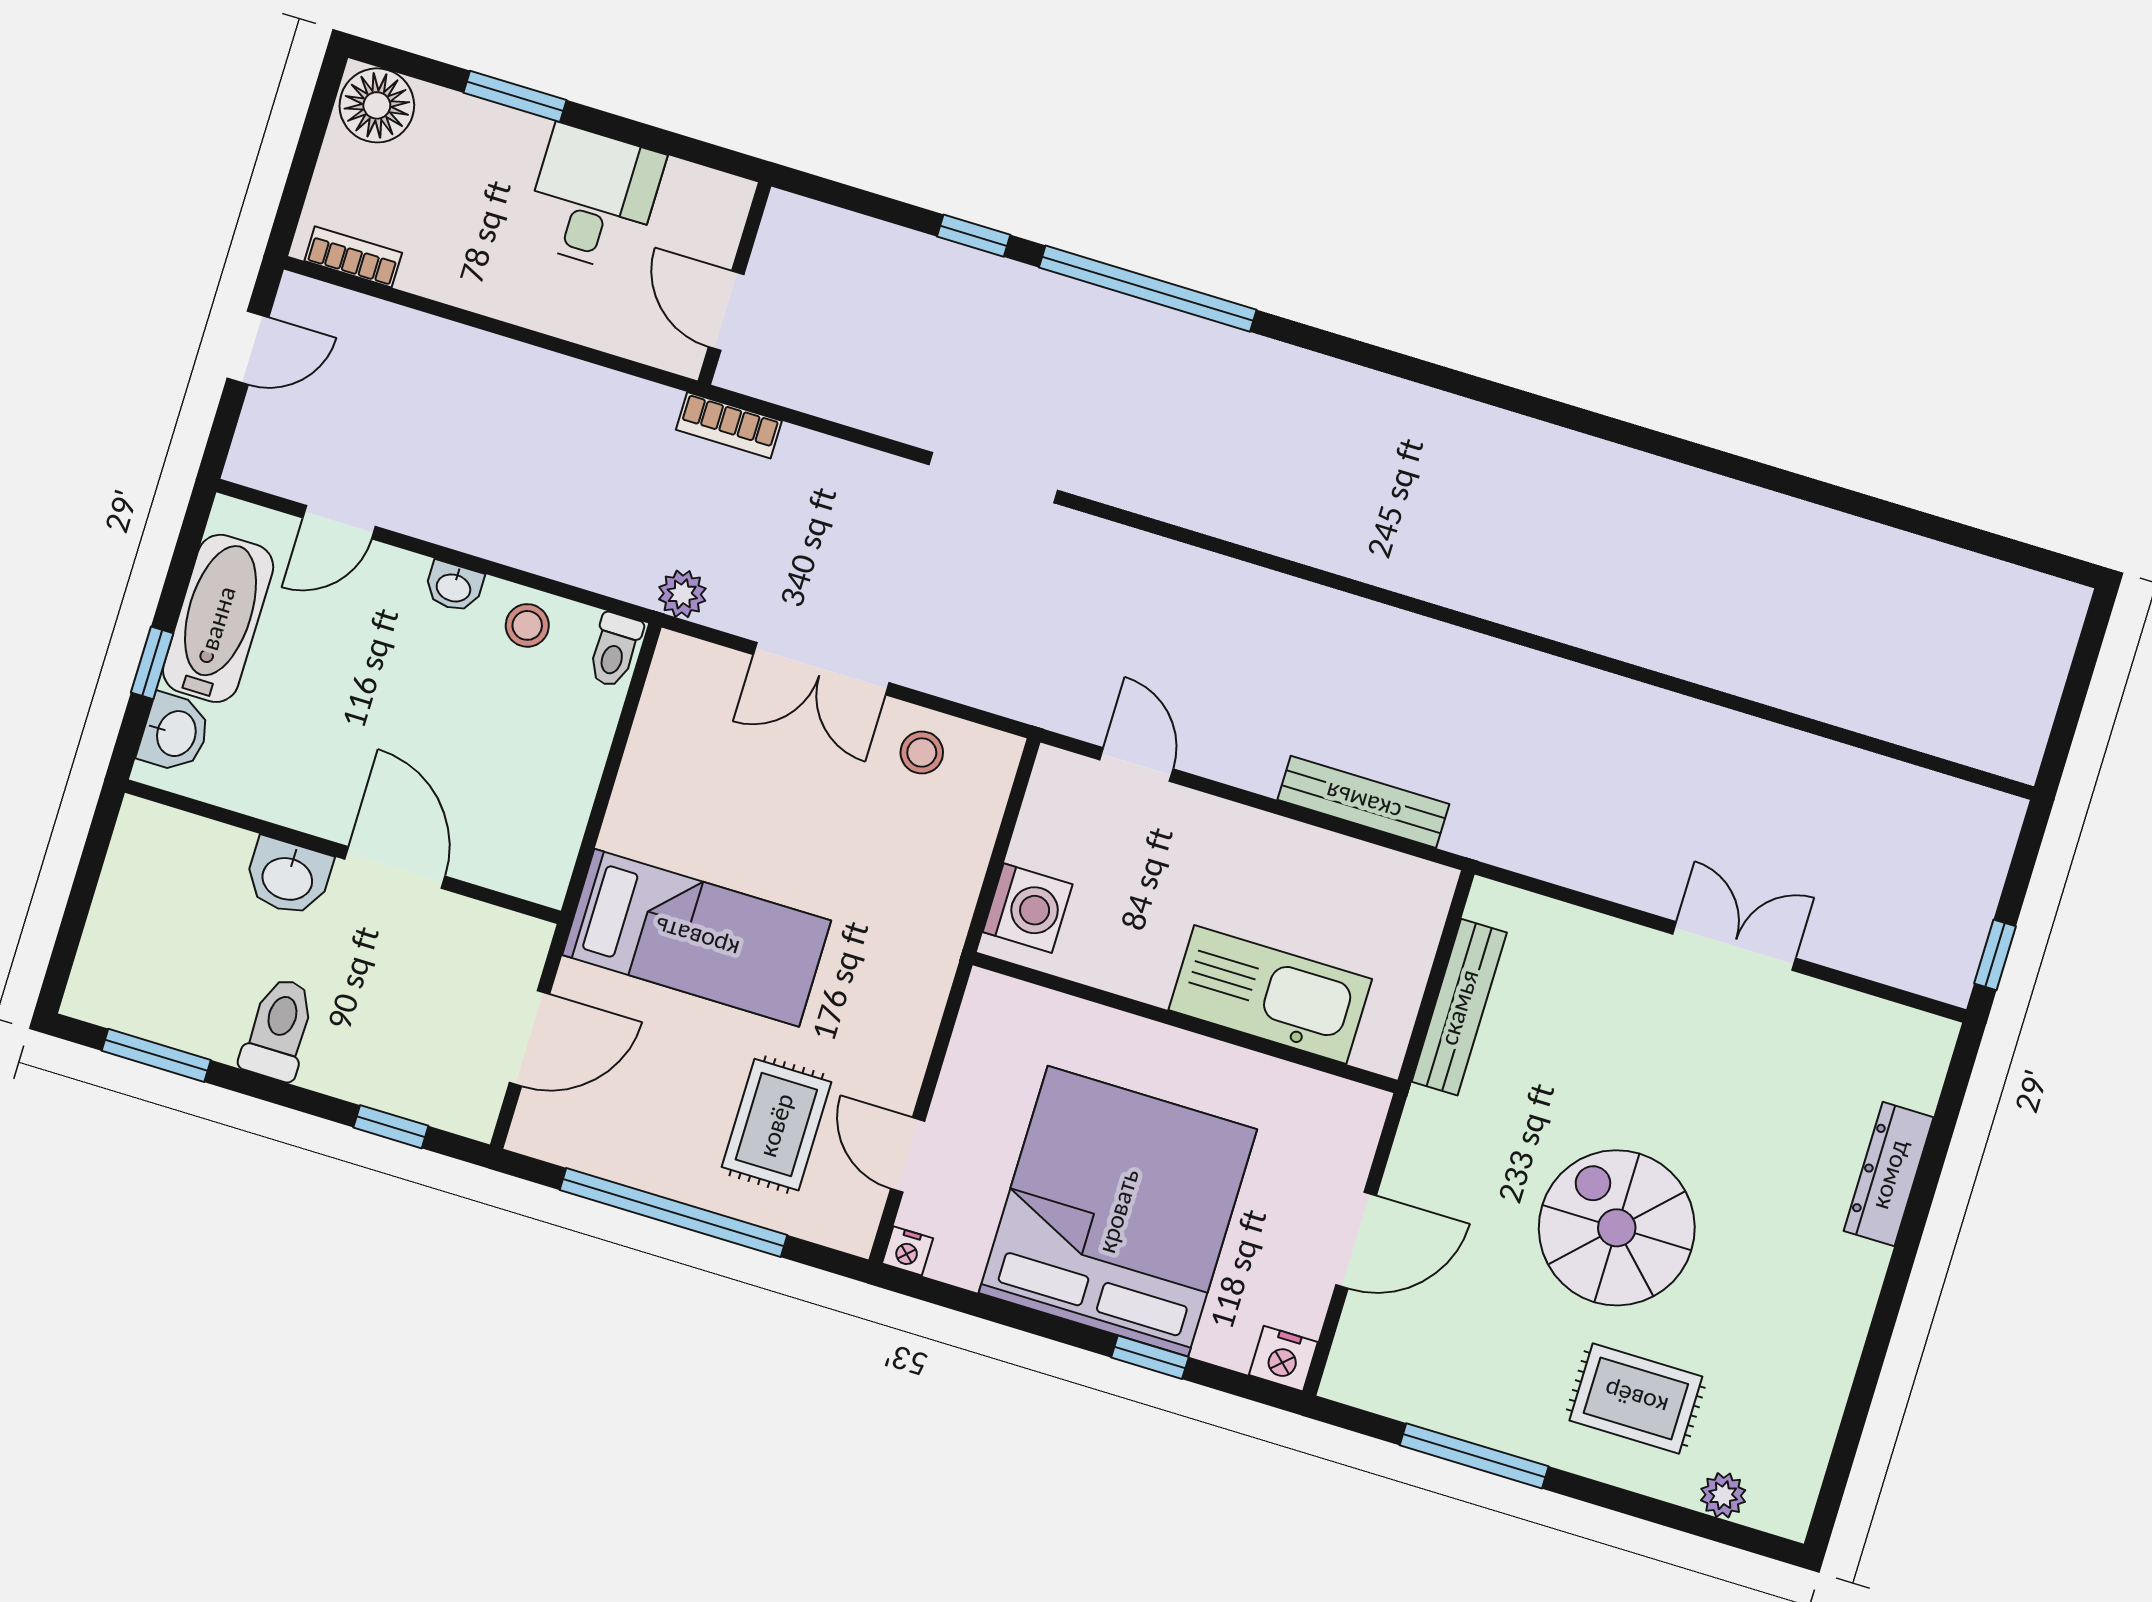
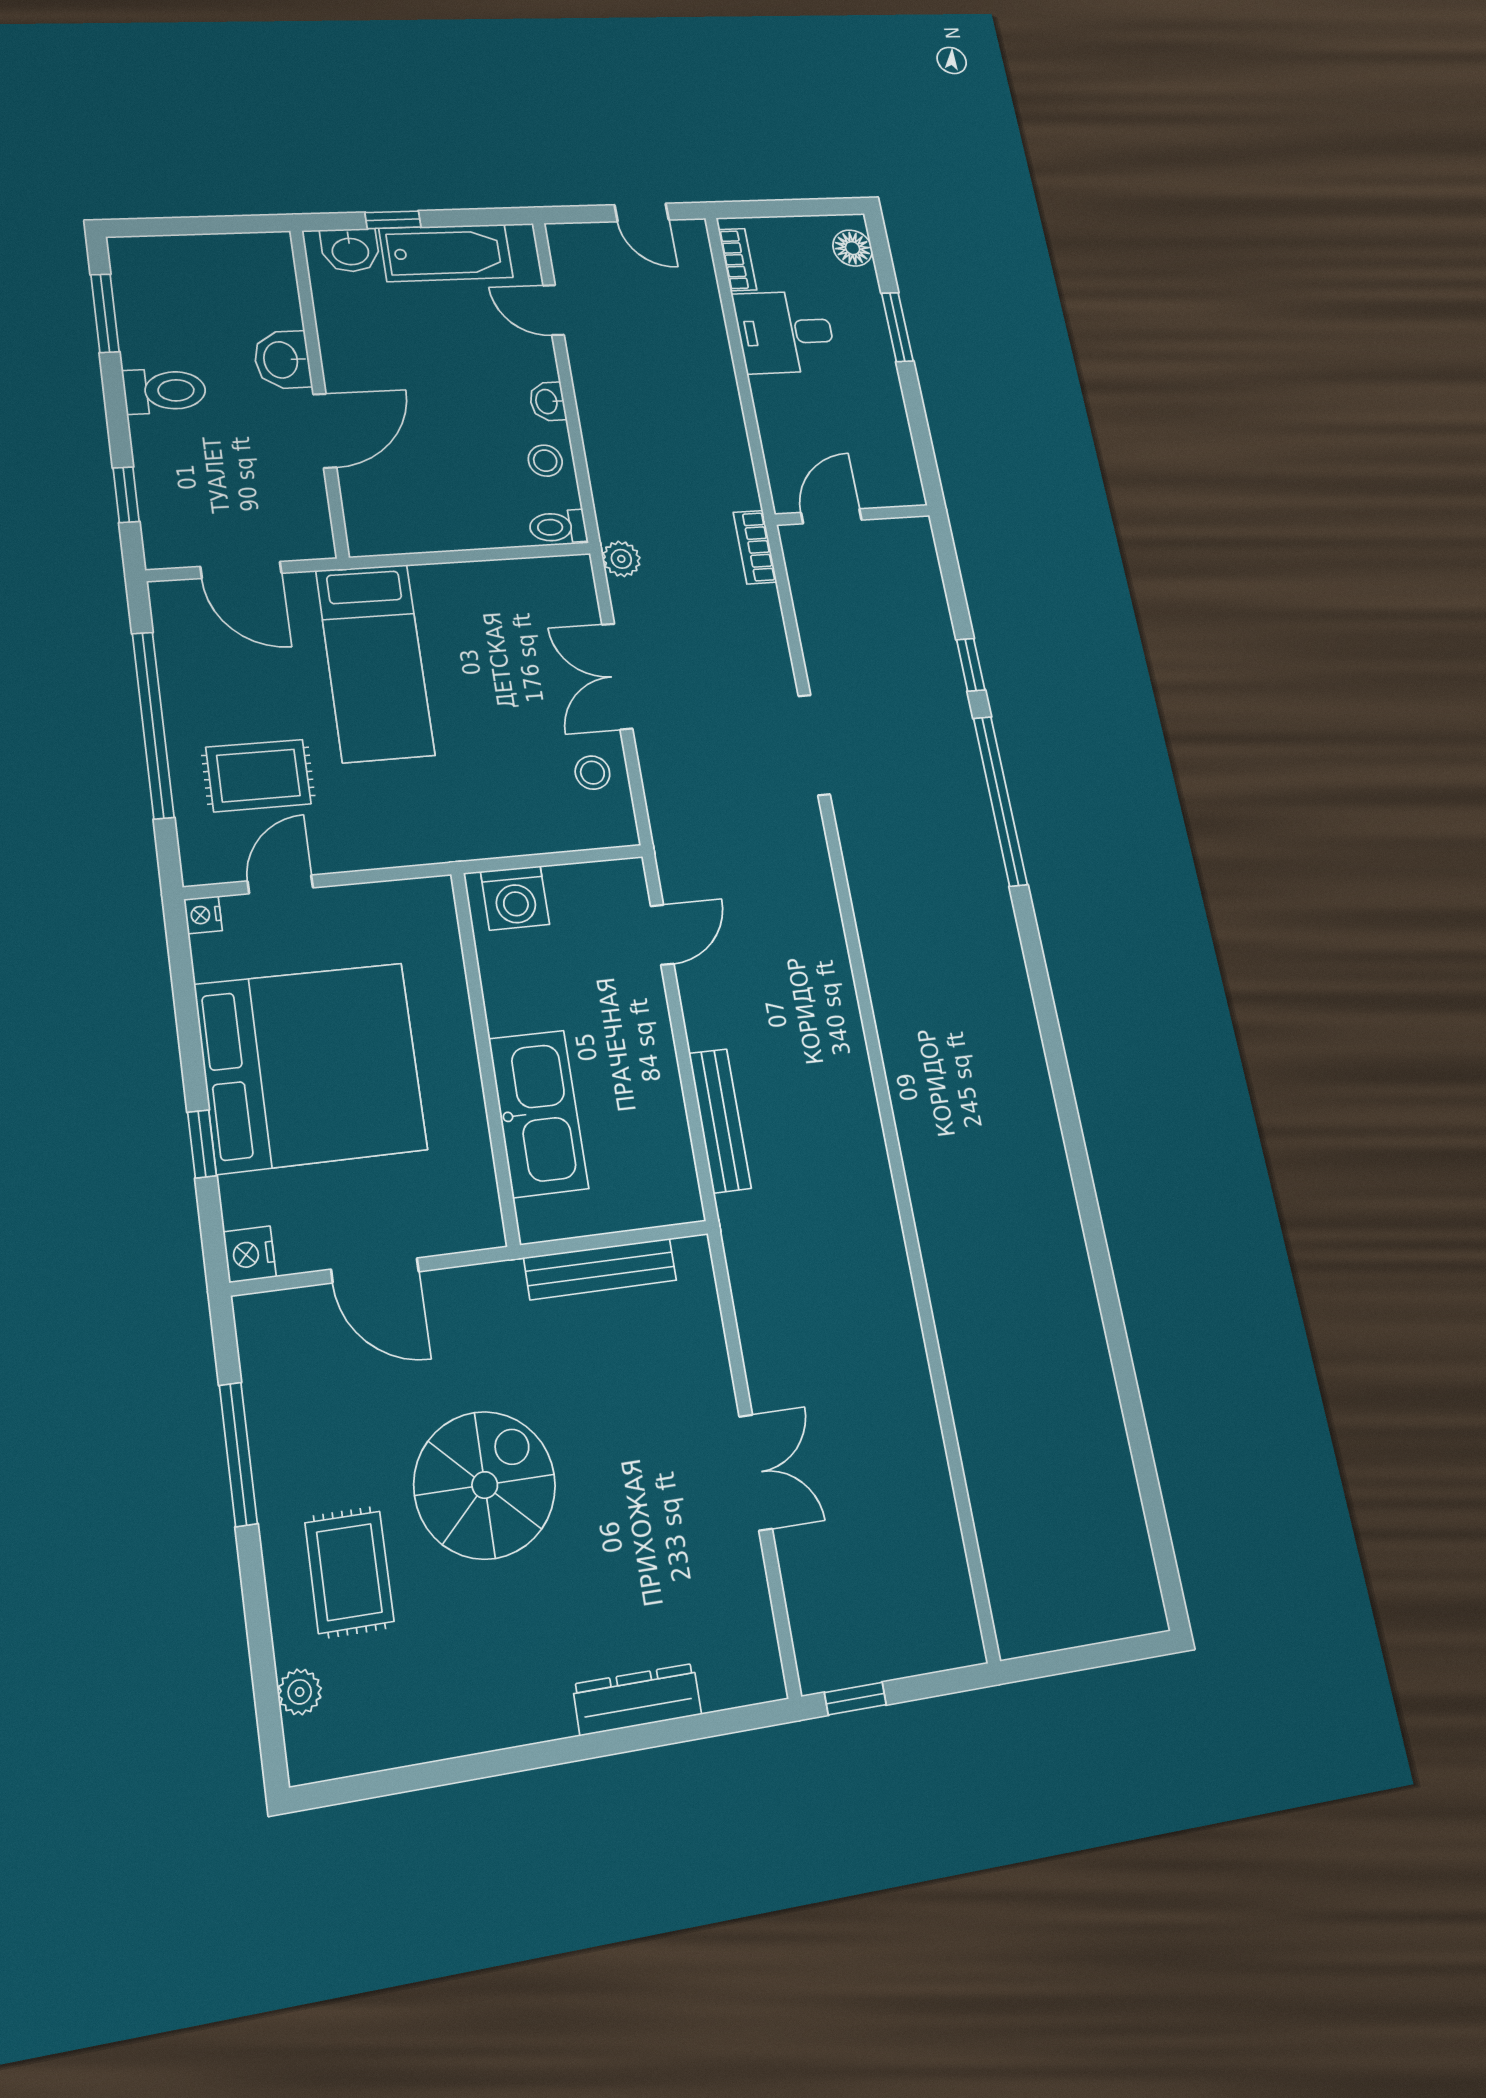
floor lamp: (377, 105) -> (853, 248), width x0.73, depth x0.73
desk: (594, 198) -> (785, 332), moved, turned 180

